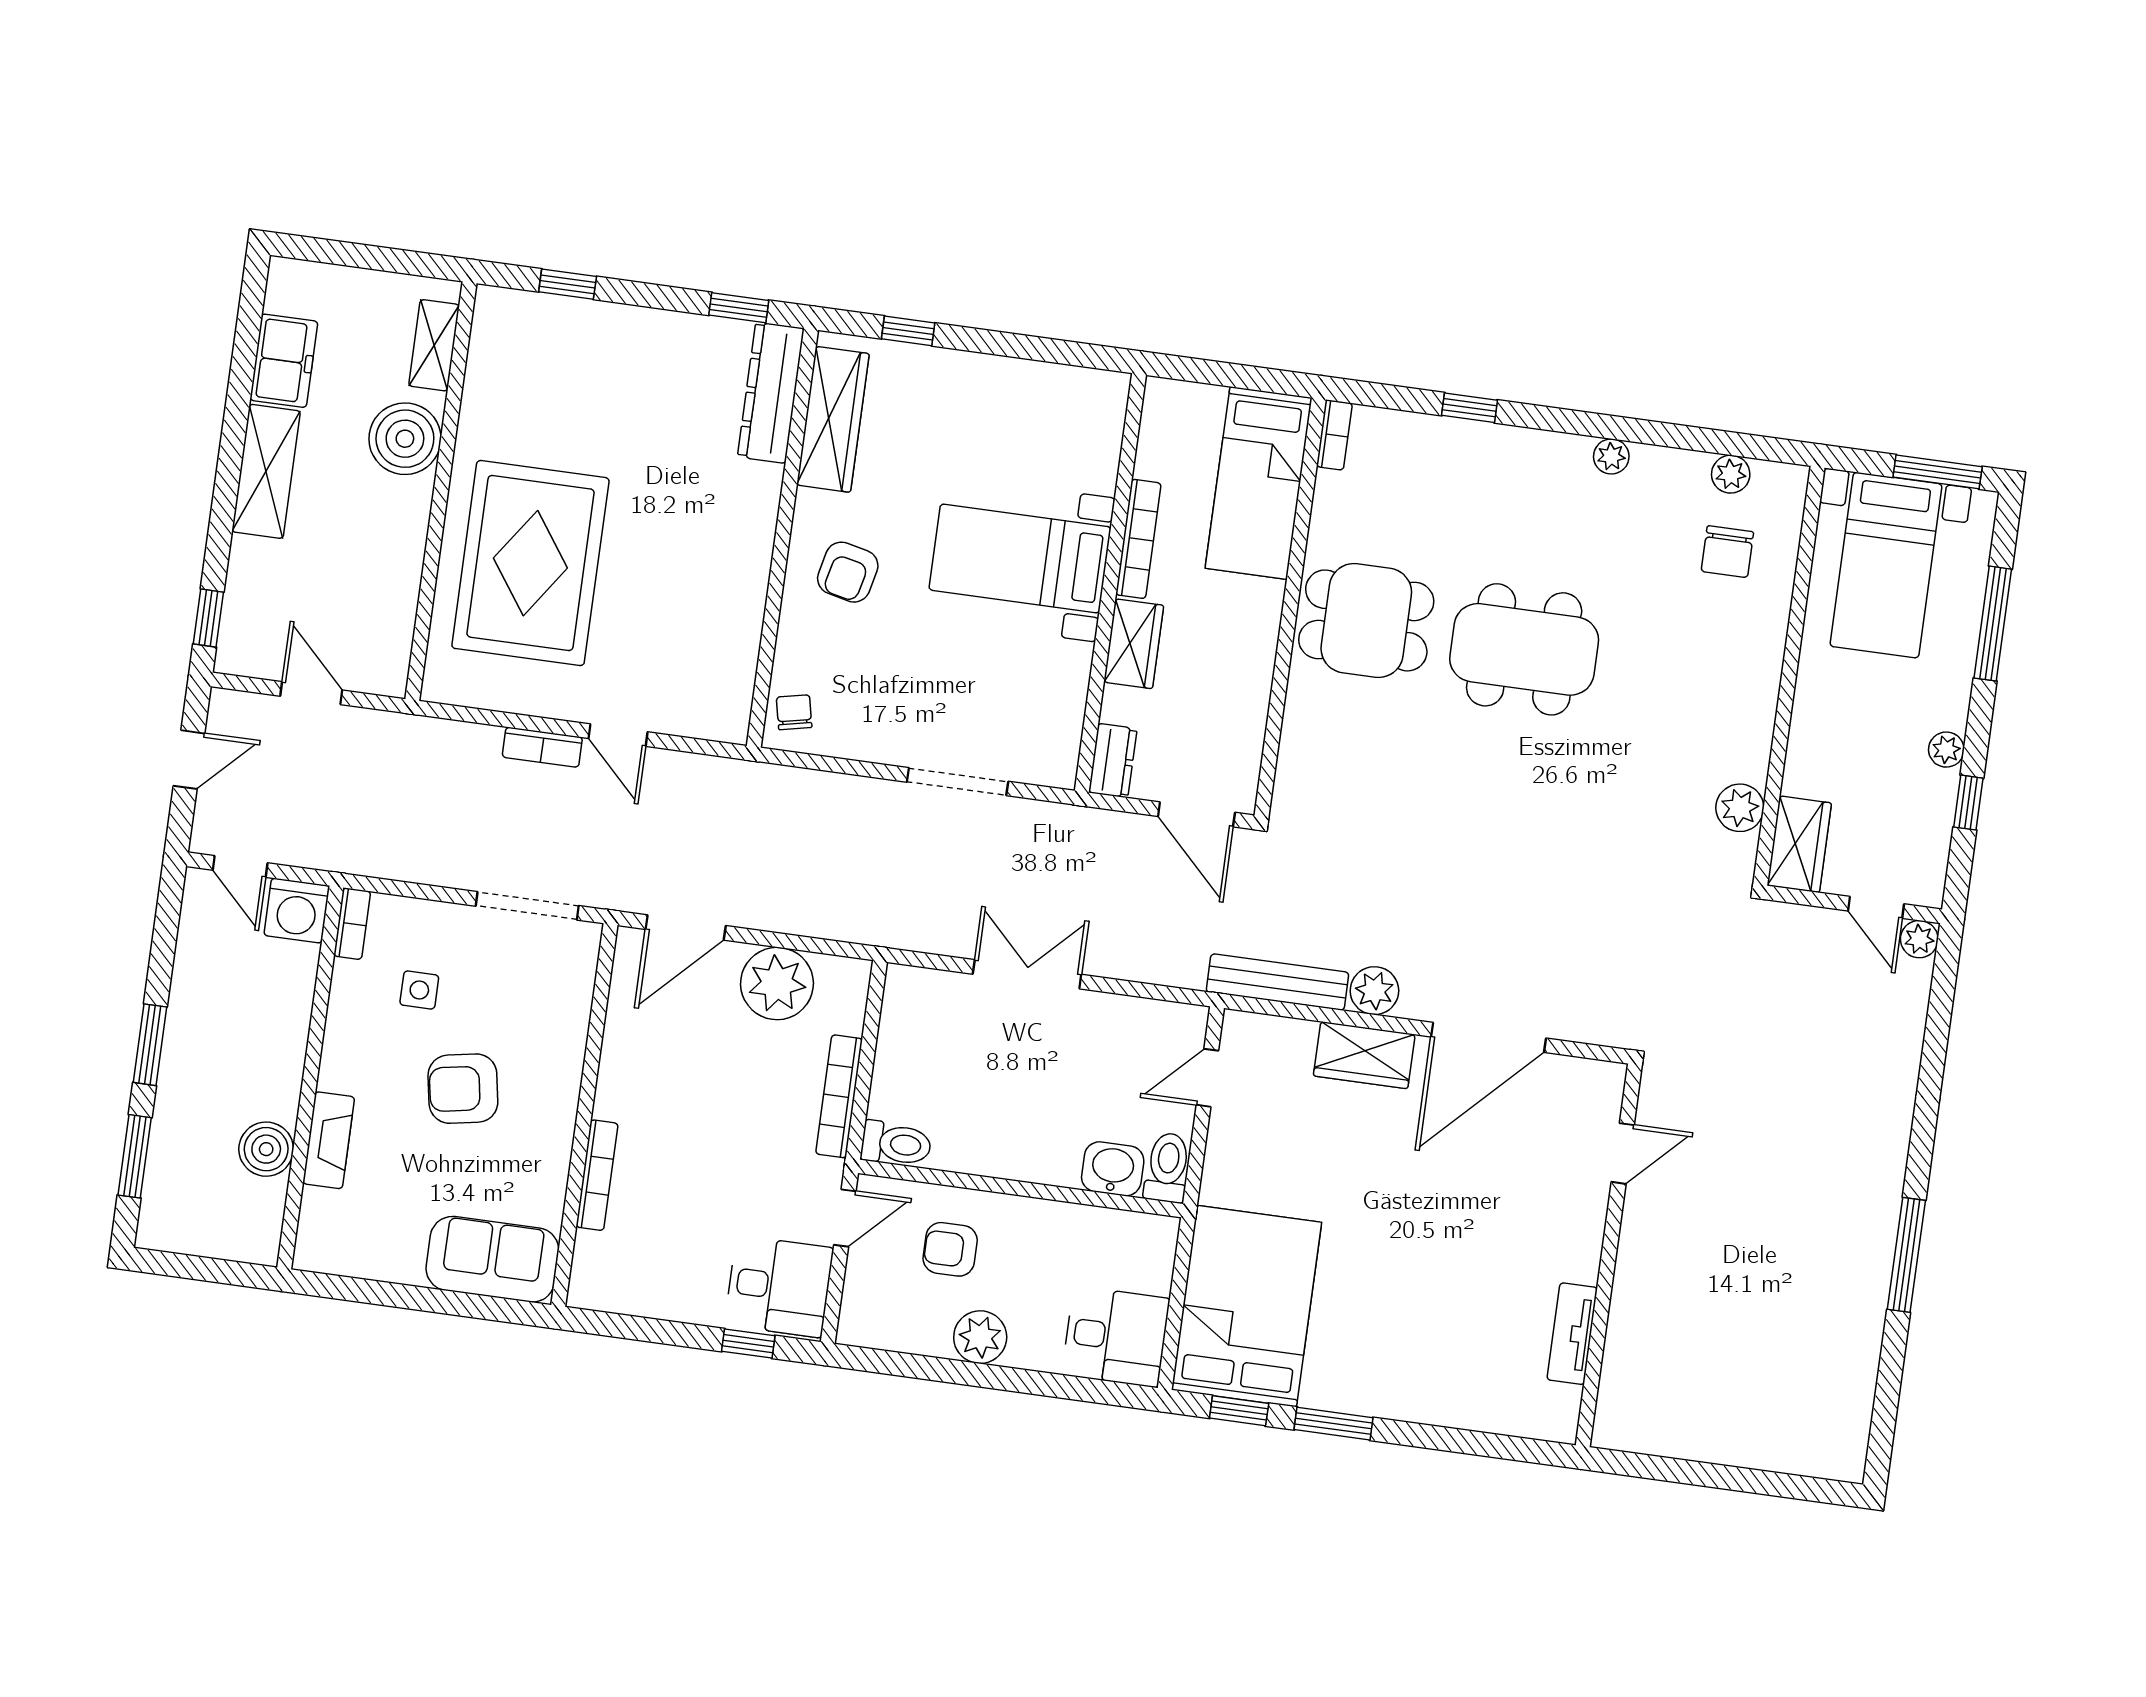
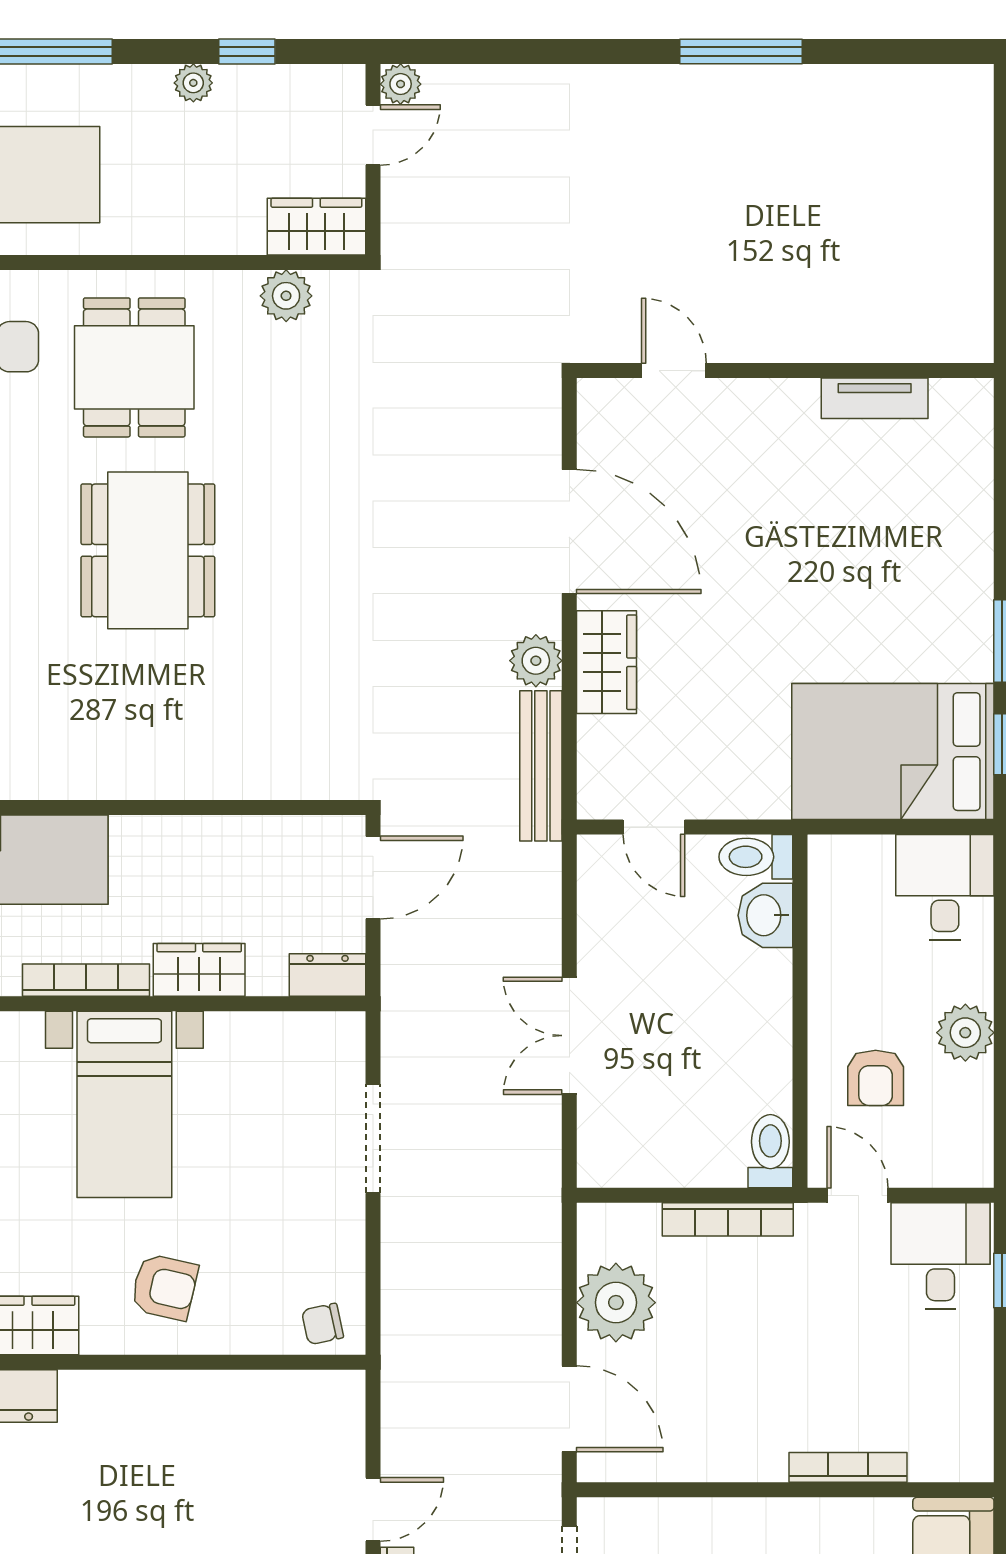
dining table: (1366, 620) -> (134, 367), moved

